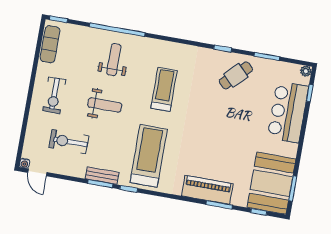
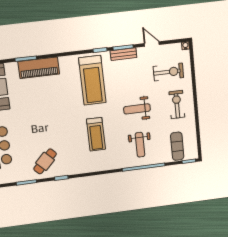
exercise mat: (50, 44) -> (177, 146), moved
exercise bike: (69, 142) -> (168, 72), moved
door: (37, 172) -> (152, 44), moved

